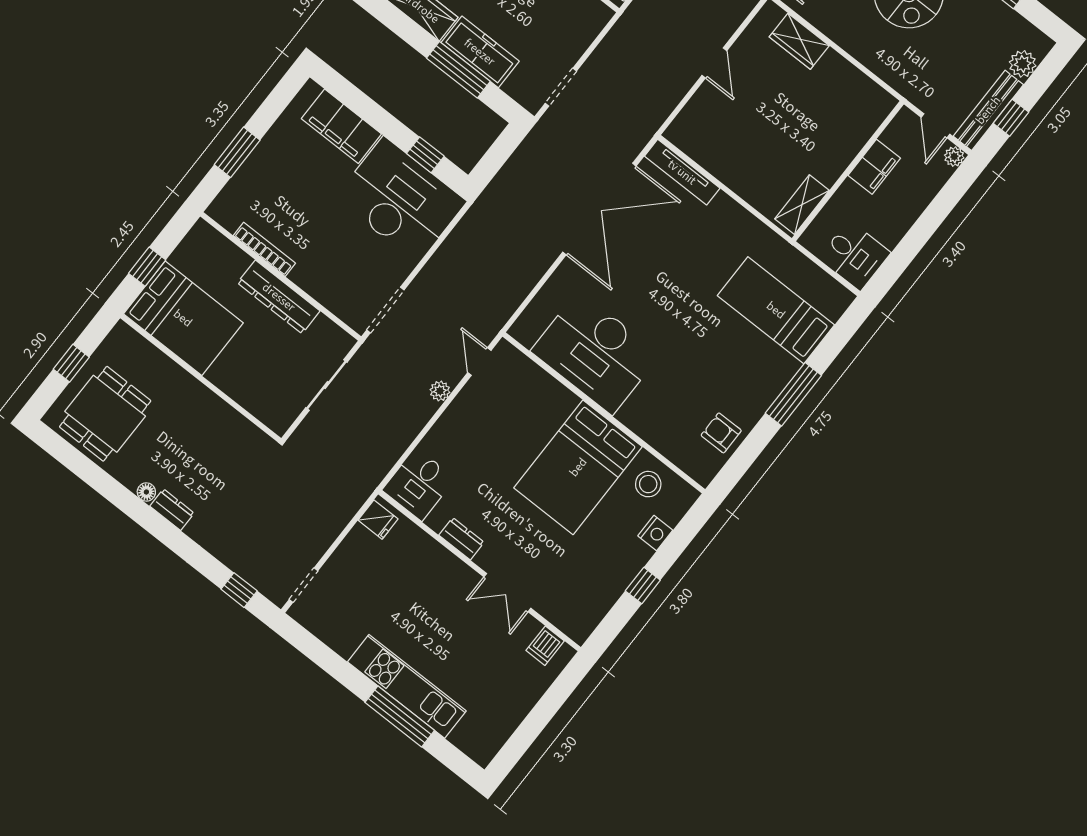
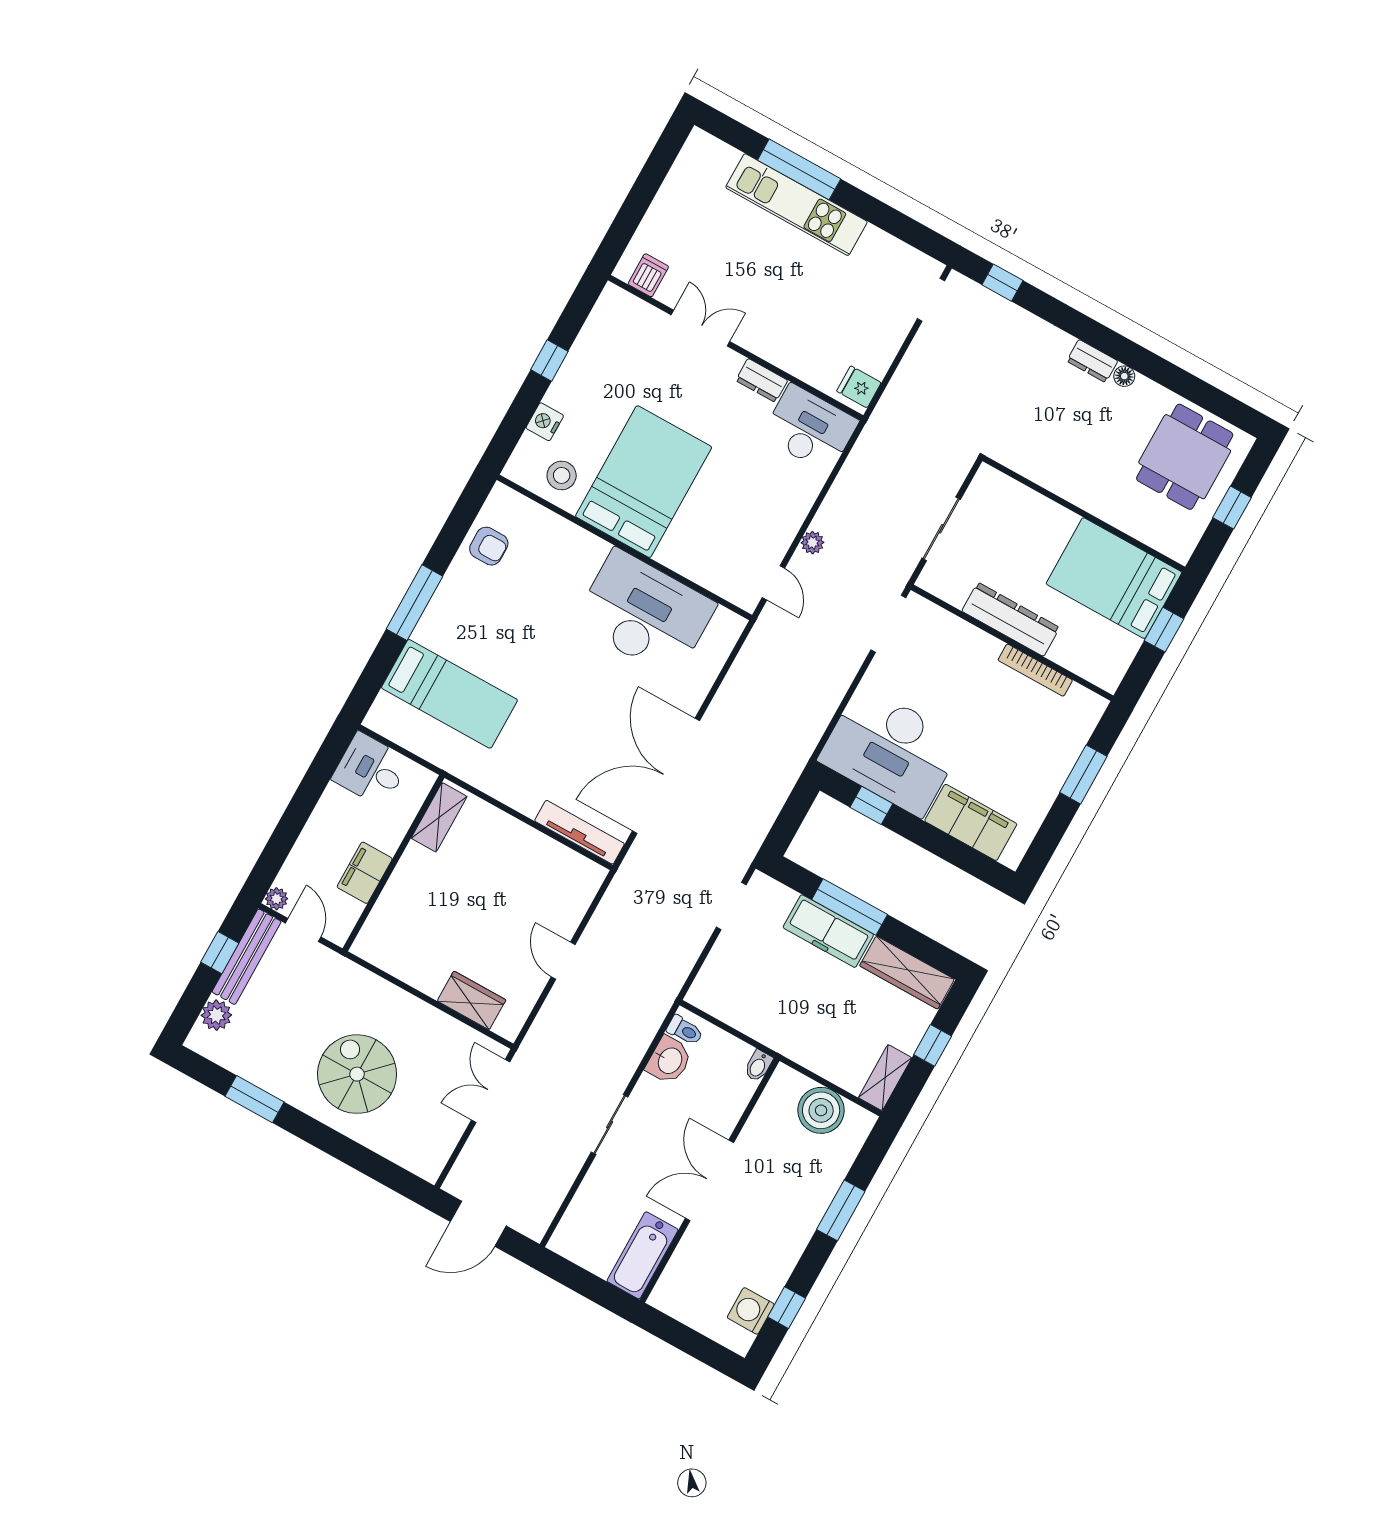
desk: (419, 484) -> (810, 429), width x1.37

